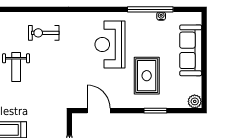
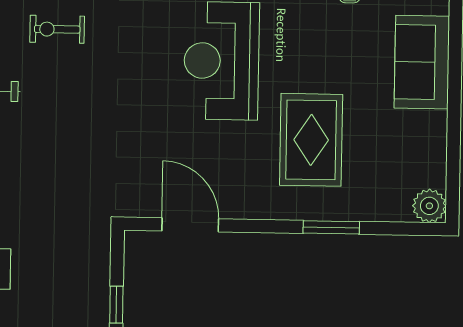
exercise bike: (44, 33) -> (57, 29), width x0.73, depth x0.72
sofa: (191, 50) -> (422, 62), width x0.73

